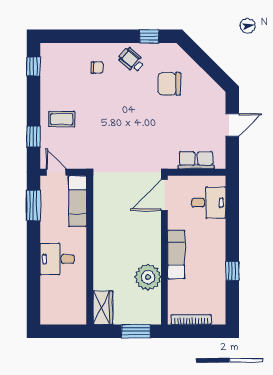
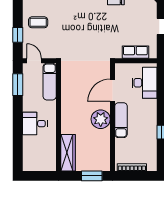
door: (164, 195) -> (112, 90), moved
desk: (209, 203) -> (144, 83), width x1.37
plant: (148, 277) -> (101, 119), moved
wardrobe: (103, 308) -> (68, 153), width x1.50

